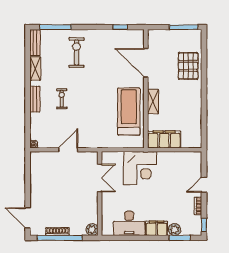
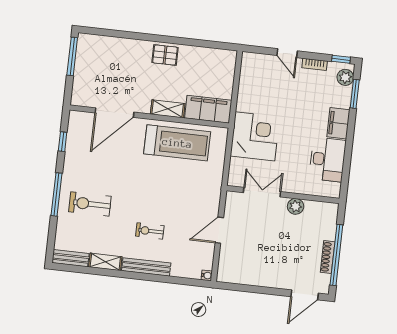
window: (56, 27) -> (57, 194), moved
pallet: (188, 66) -> (165, 55), moved, width x0.67, depth x0.71
bench: (35, 99) -> (146, 267), width x1.36
treadmill: (129, 111) -> (177, 143), turned 180
filing cabinet: (164, 139) -> (208, 109), moved, turned 90
door: (68, 150) -> (219, 230), hinge flipped
plant: (92, 230) -> (296, 206), moved
plant: (175, 230) -> (345, 77), moved

